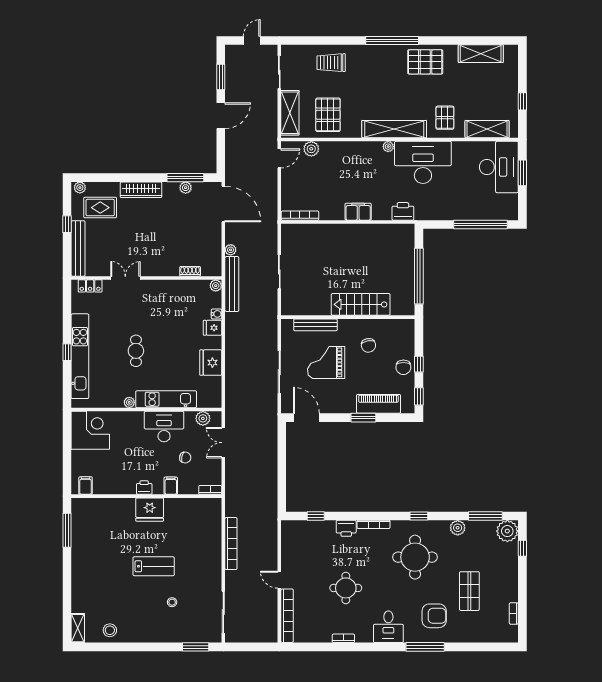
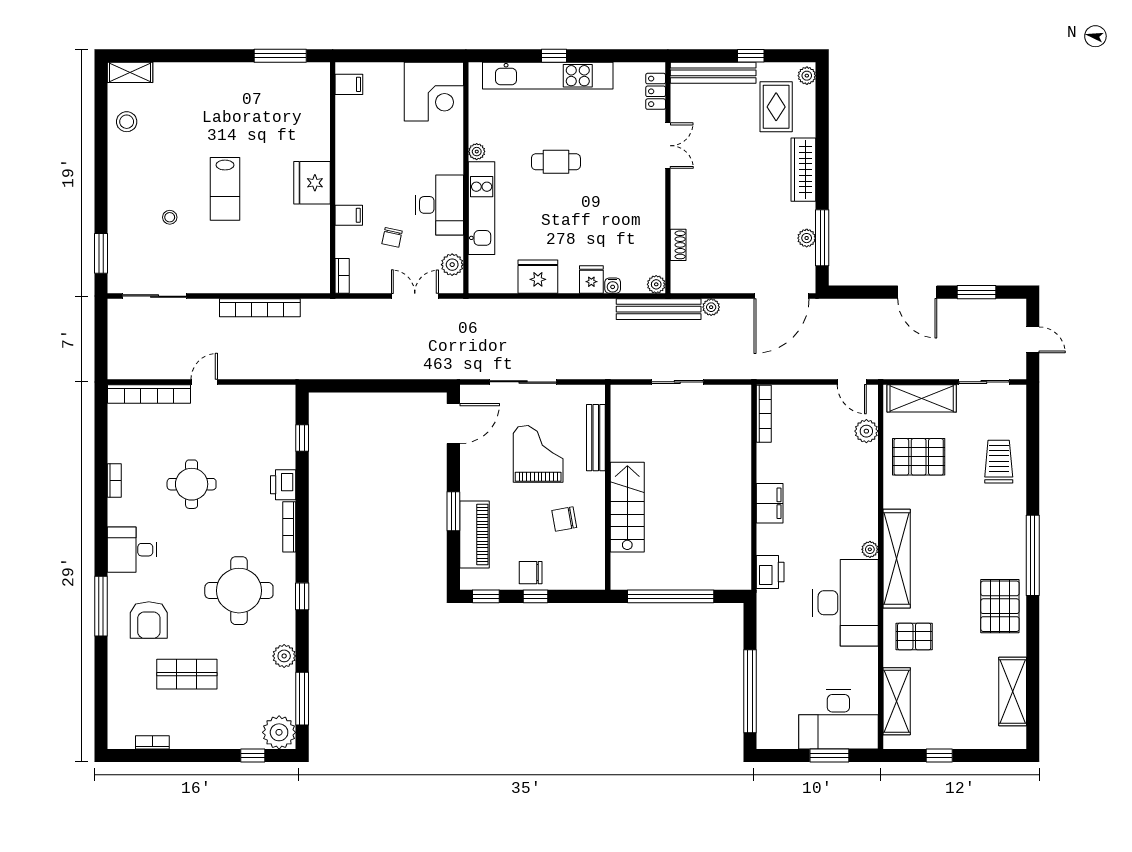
printer: (144, 488) -> (346, 174), removed

